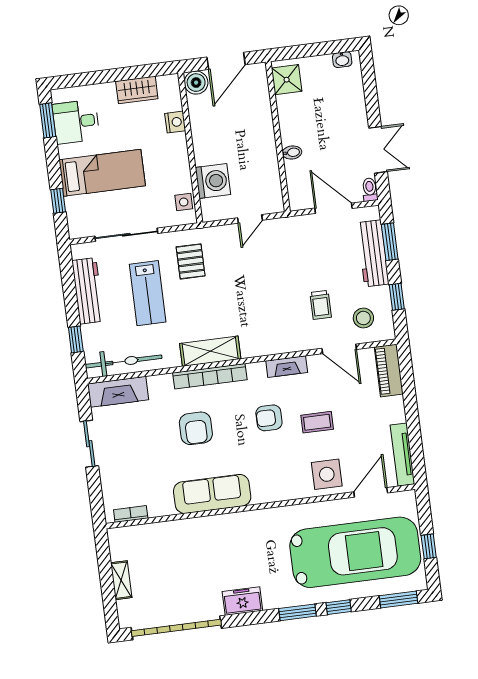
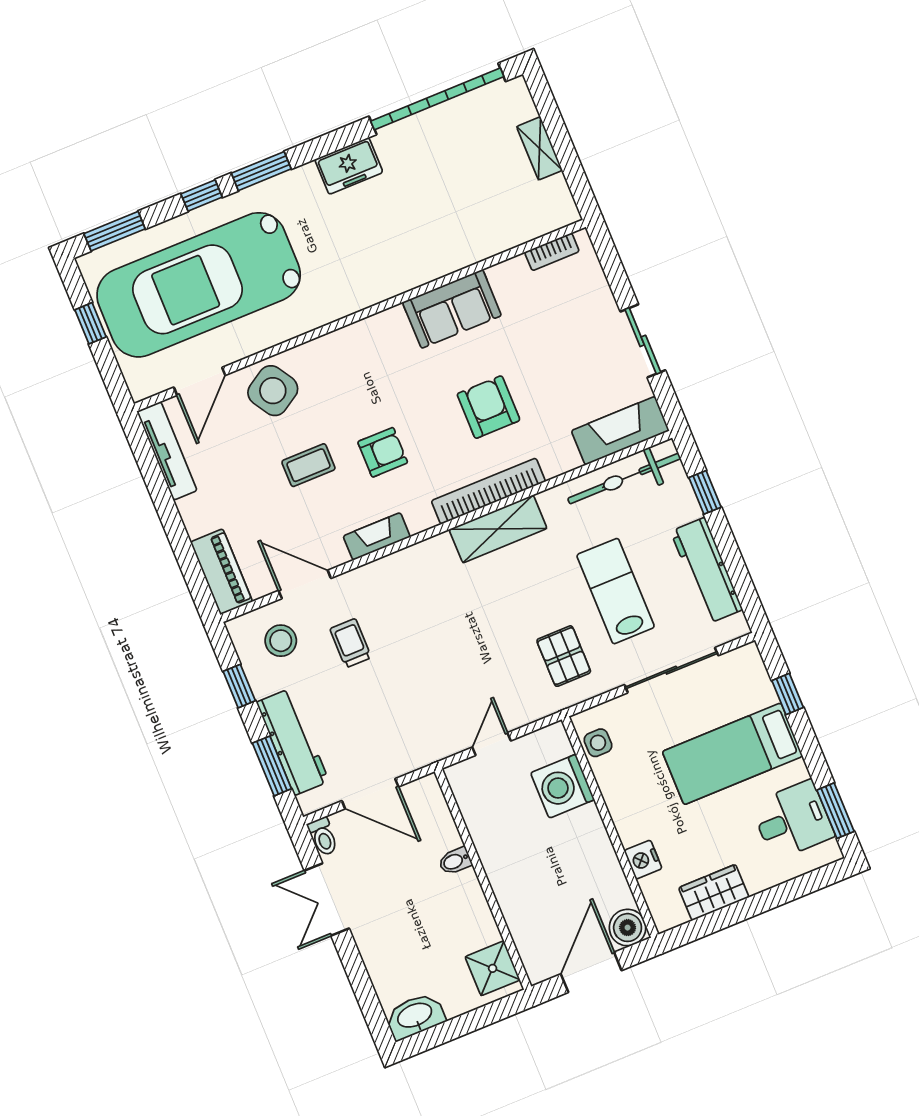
washbasin: (342, 60) -> (415, 1016), width x1.91, depth x1.45
side table: (327, 474) -> (273, 391), turned -32
sofa: (212, 494) -> (452, 309), width x0.73

